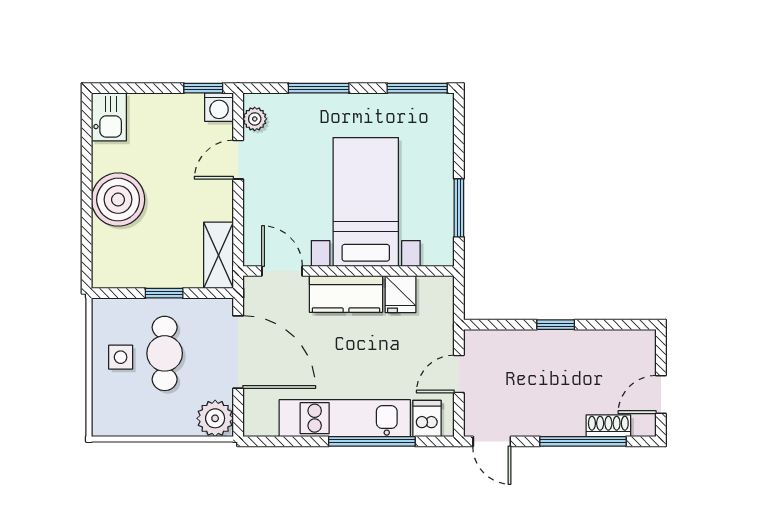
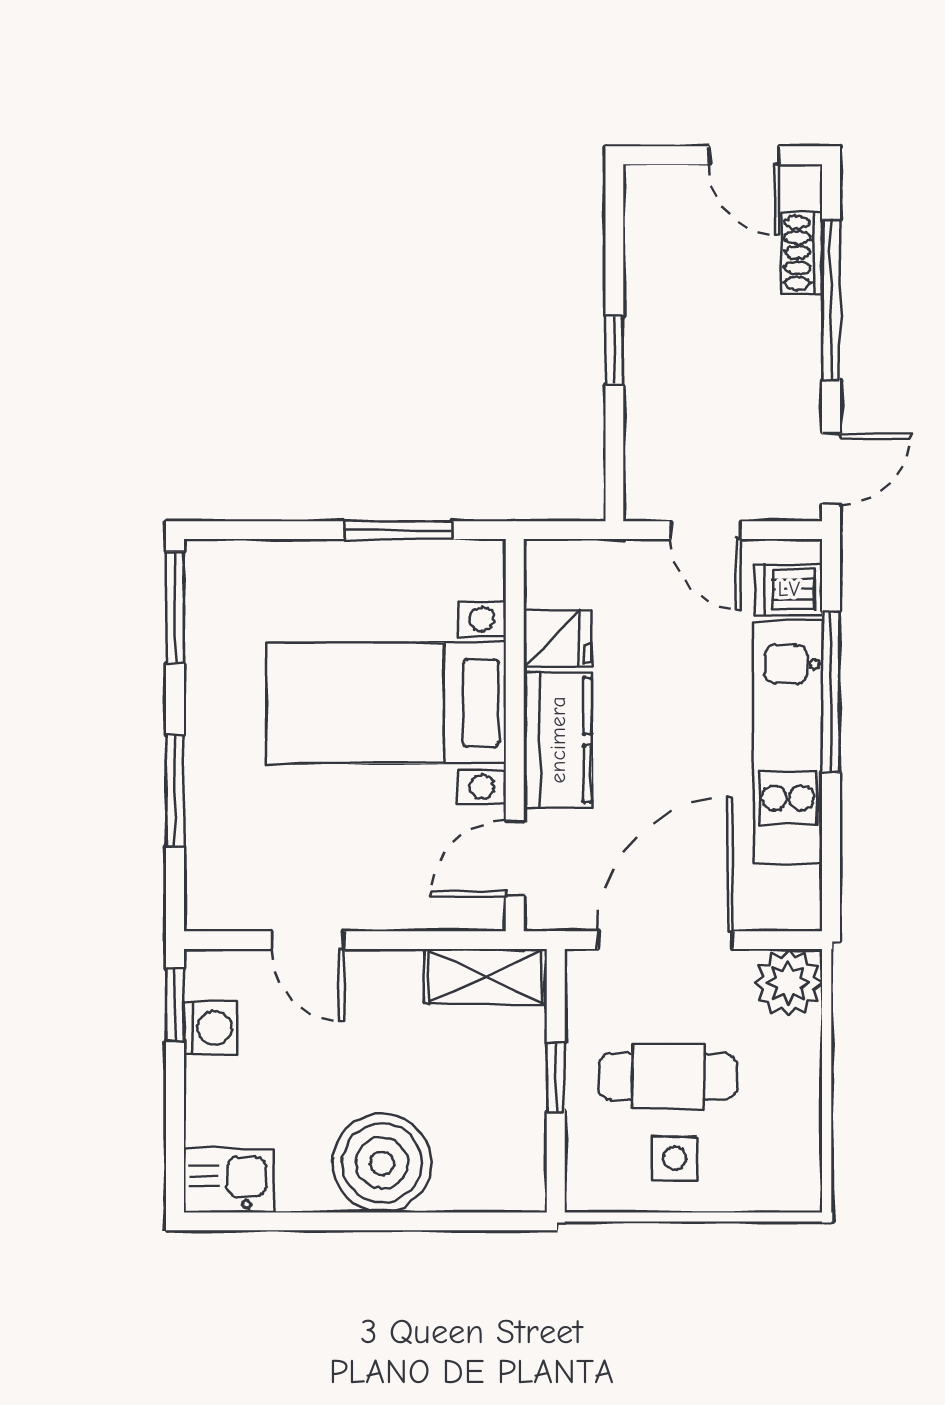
washing machine: (219, 107) -> (210, 1028), moved
plant: (255, 119) -> (232, 909), removed

